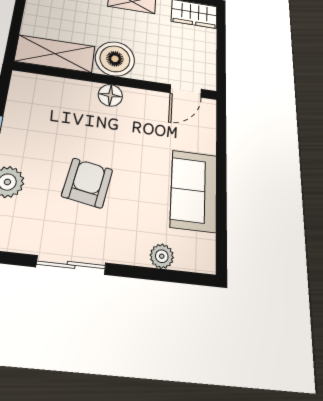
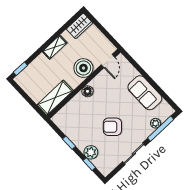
boiler: (115, 59) -> (83, 68), moved
armchair: (87, 183) -> (112, 127), turned -57
window: (161, 275) -> (161, 129), added

